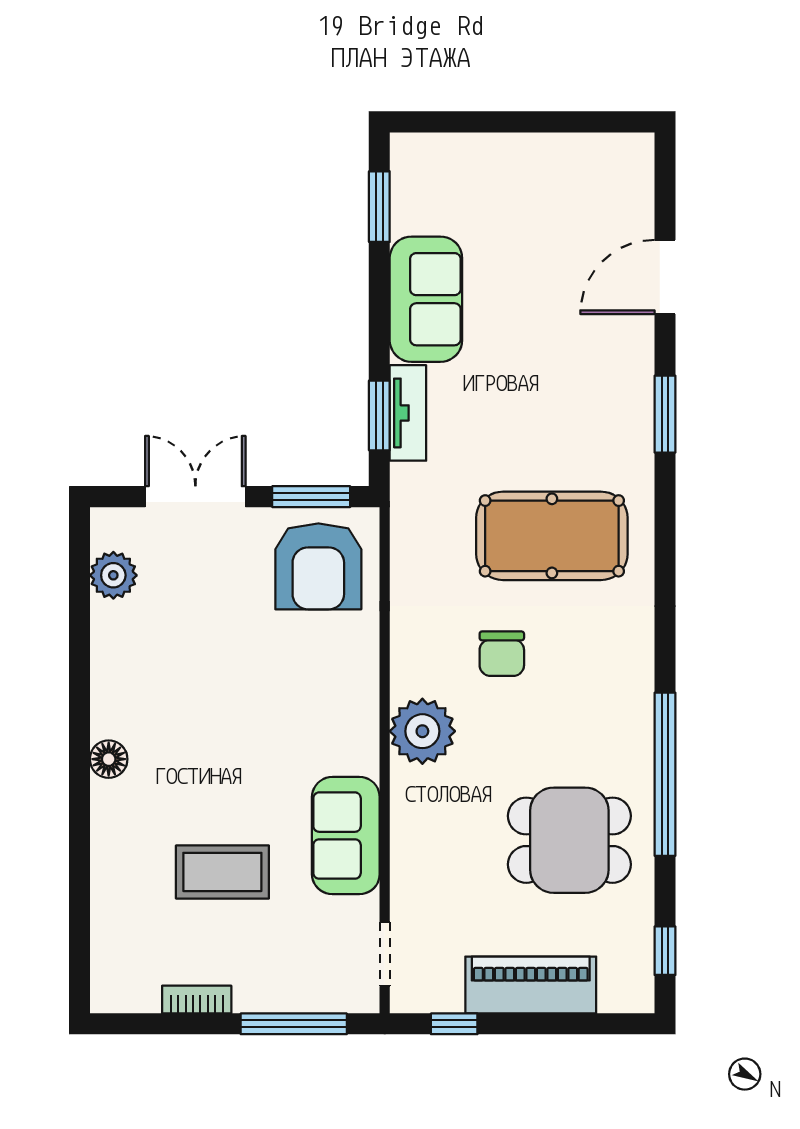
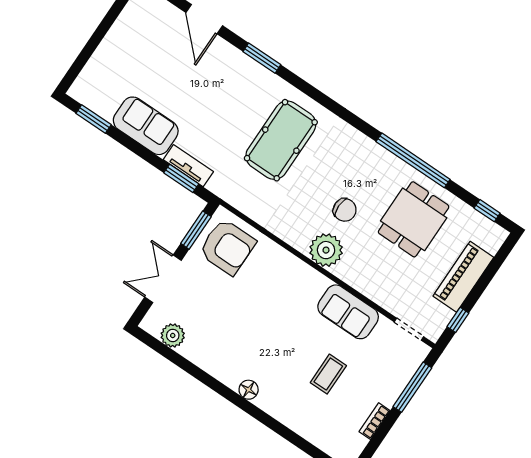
chair: (502, 654) -> (345, 210), moved
coffee table: (222, 872) -> (328, 374), width x0.73, depth x0.77

